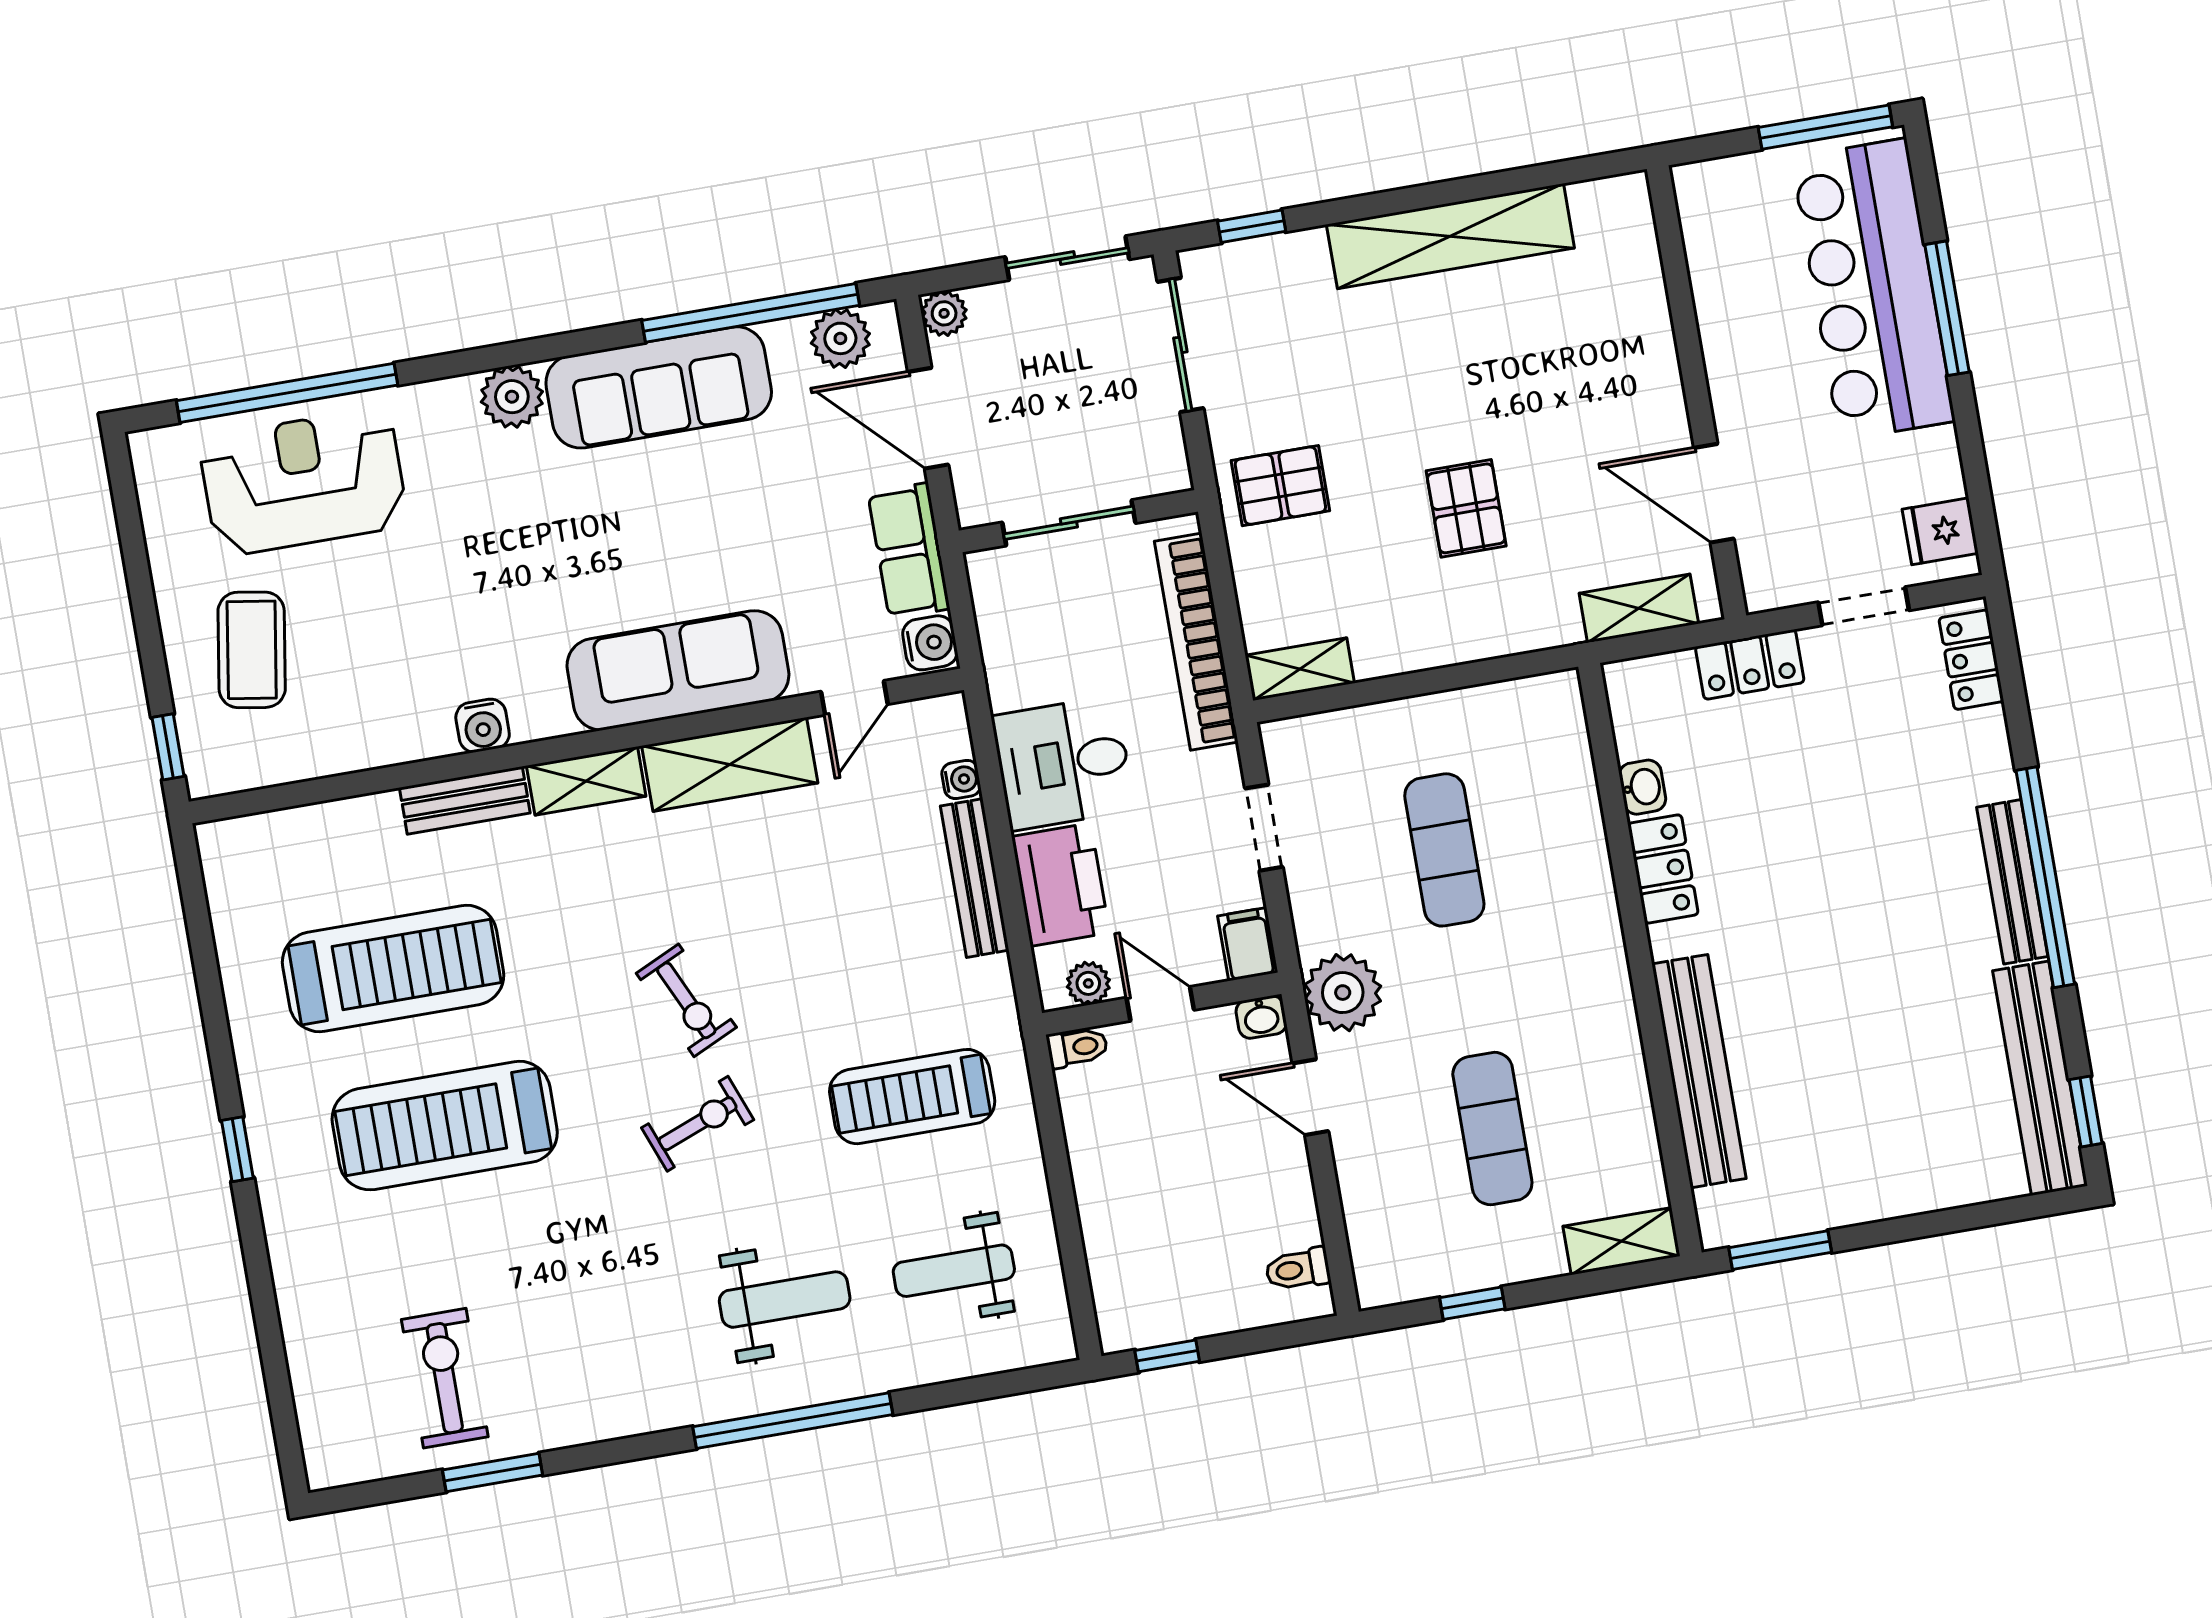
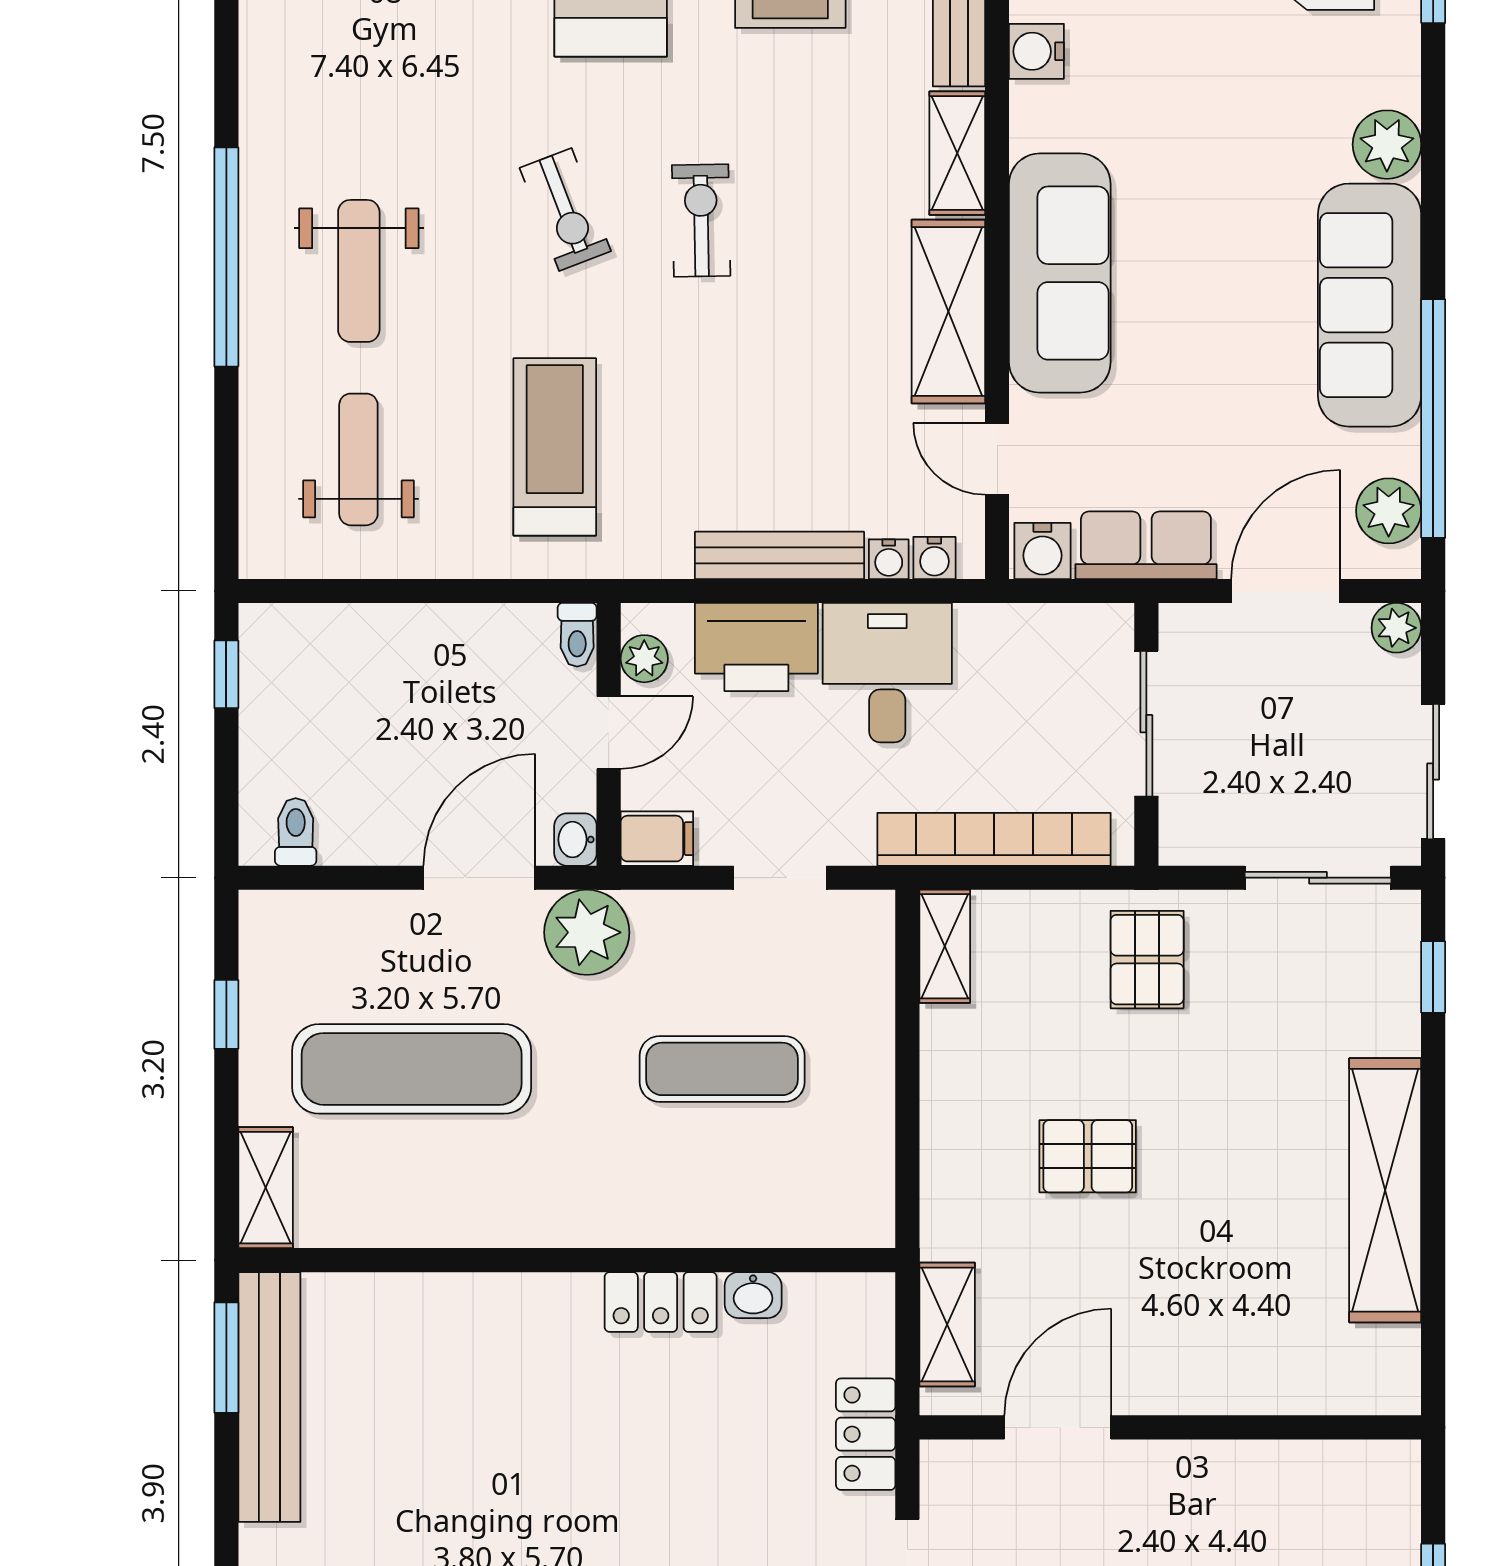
water cooler: (953, 739) -> (934, 558), added
exercise bike: (686, 1000) -> (701, 220), turned 114
bench: (1699, 1071) -> (269, 1397), moved, turned 90
door: (1310, 1097) -> (479, 878), width x1.38
exercise mat: (1492, 1129) -> (412, 1069), width x1.36, depth x1.45

